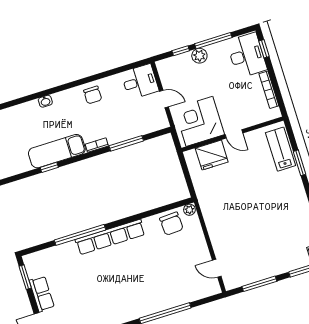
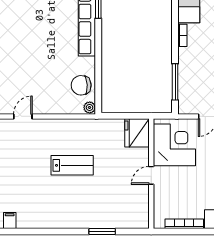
window: (126, 143) -> (175, 82), moved
lab bench: (281, 149) -> (72, 165), moved
fridge: (212, 155) -> (137, 133), moved

